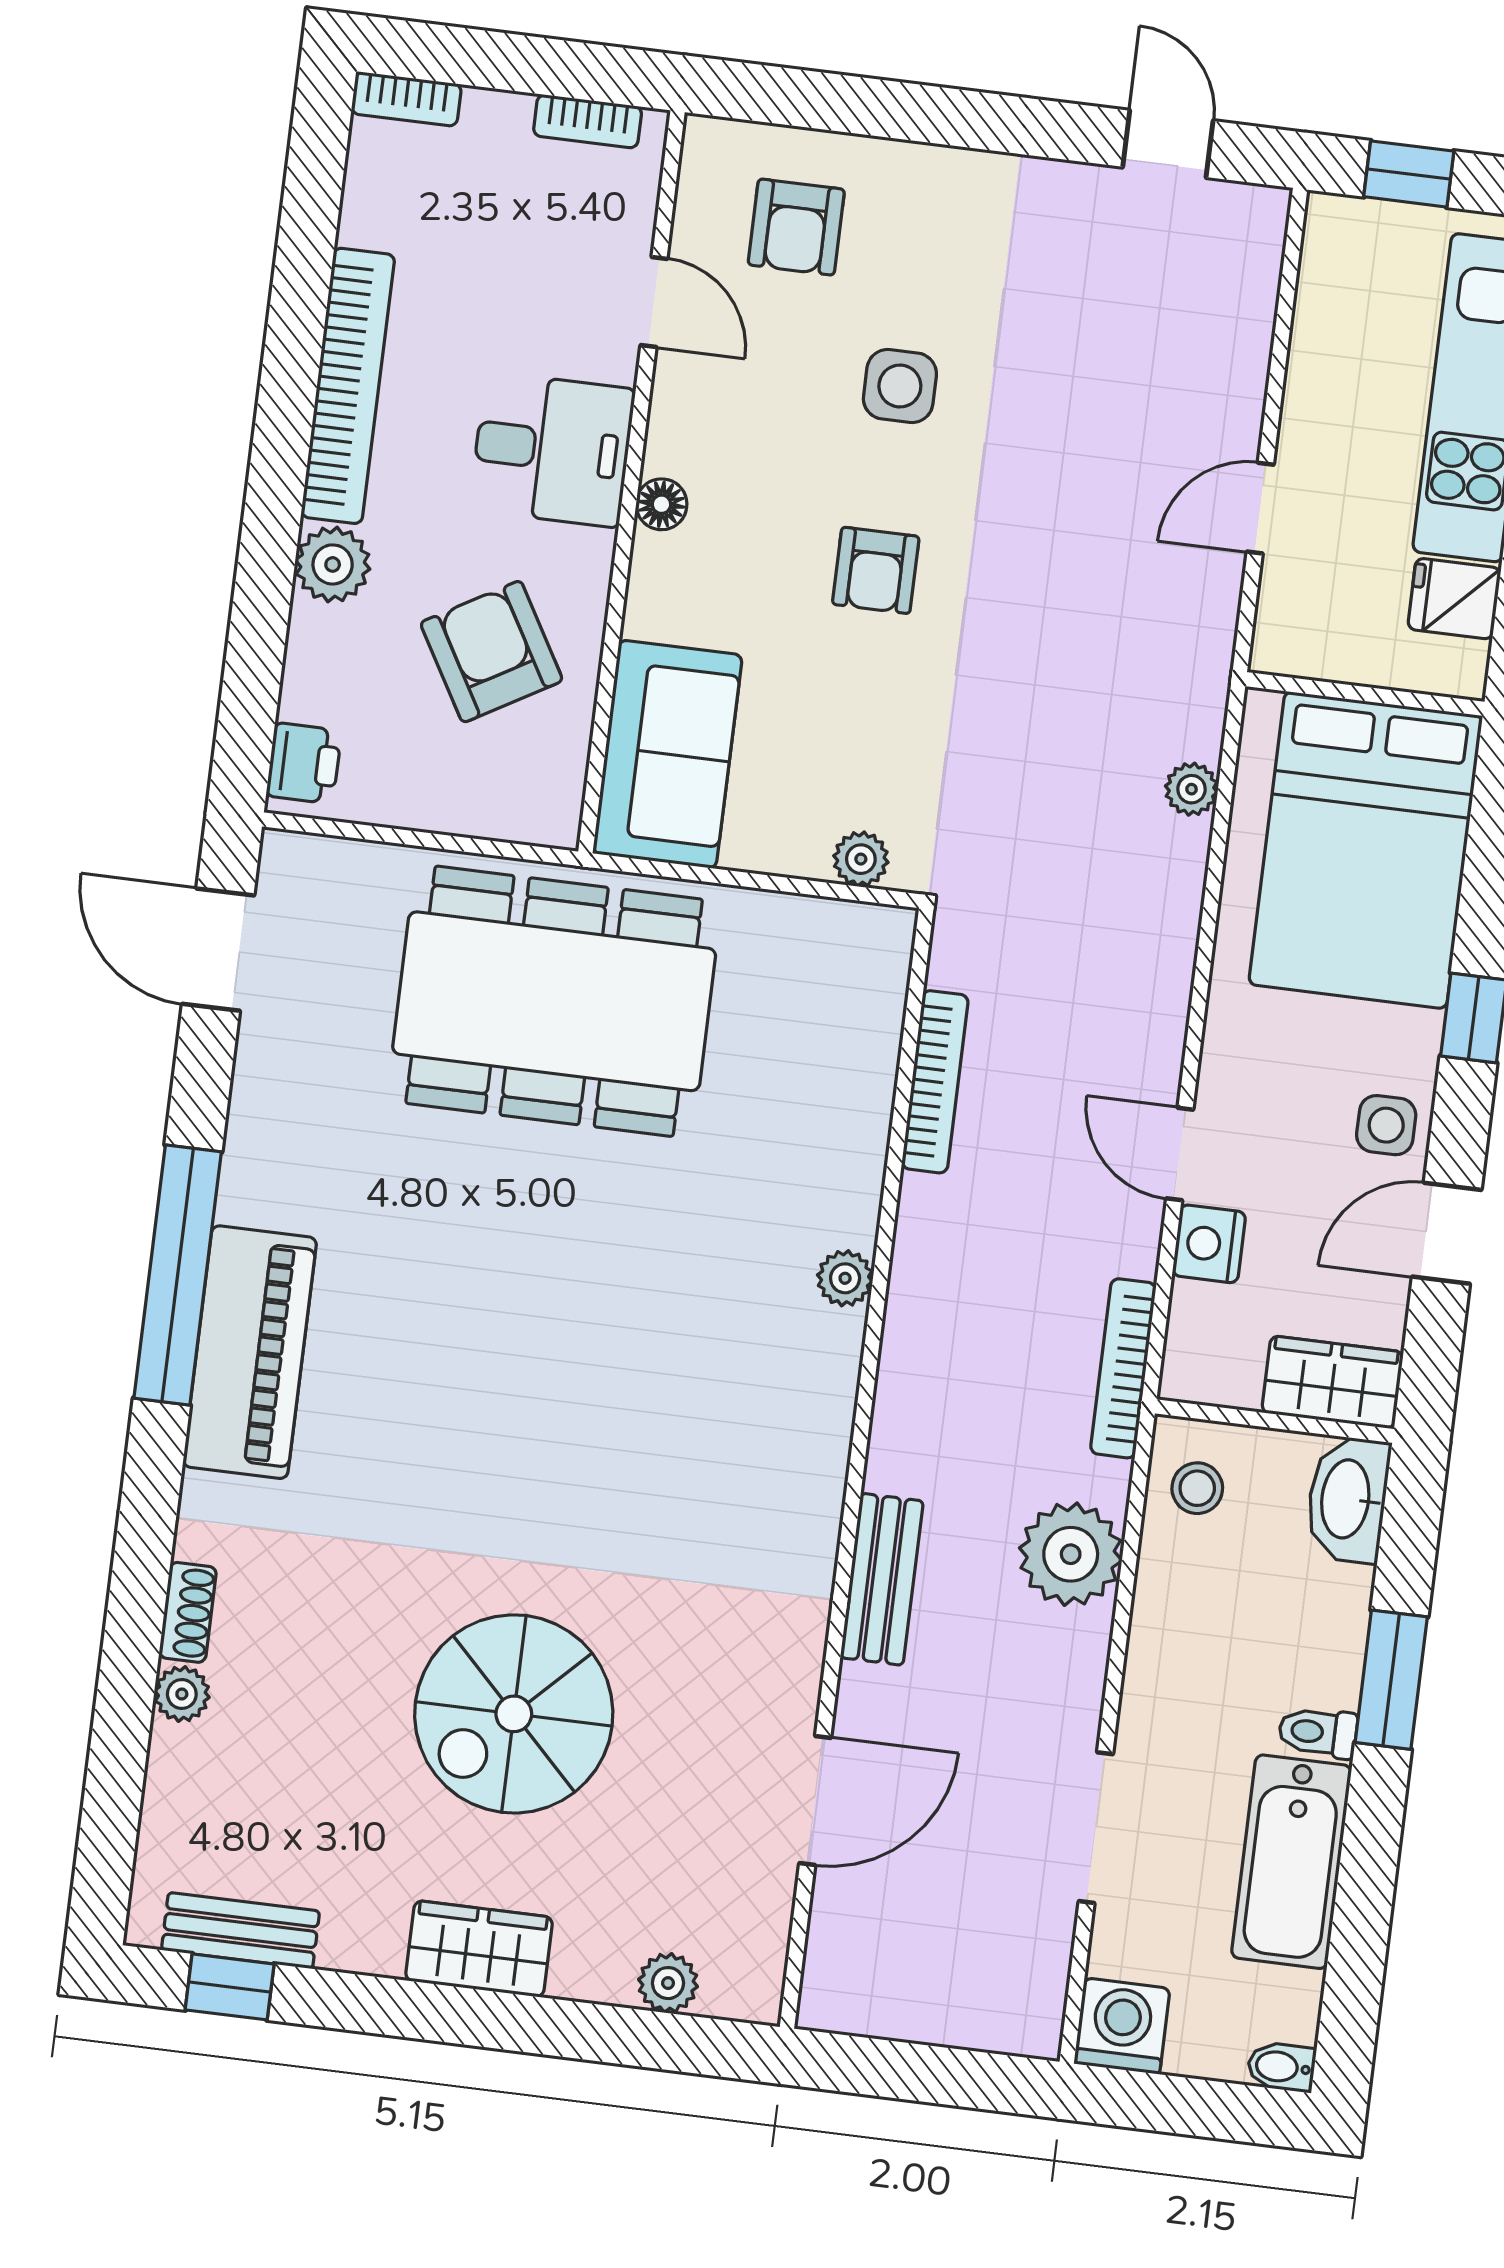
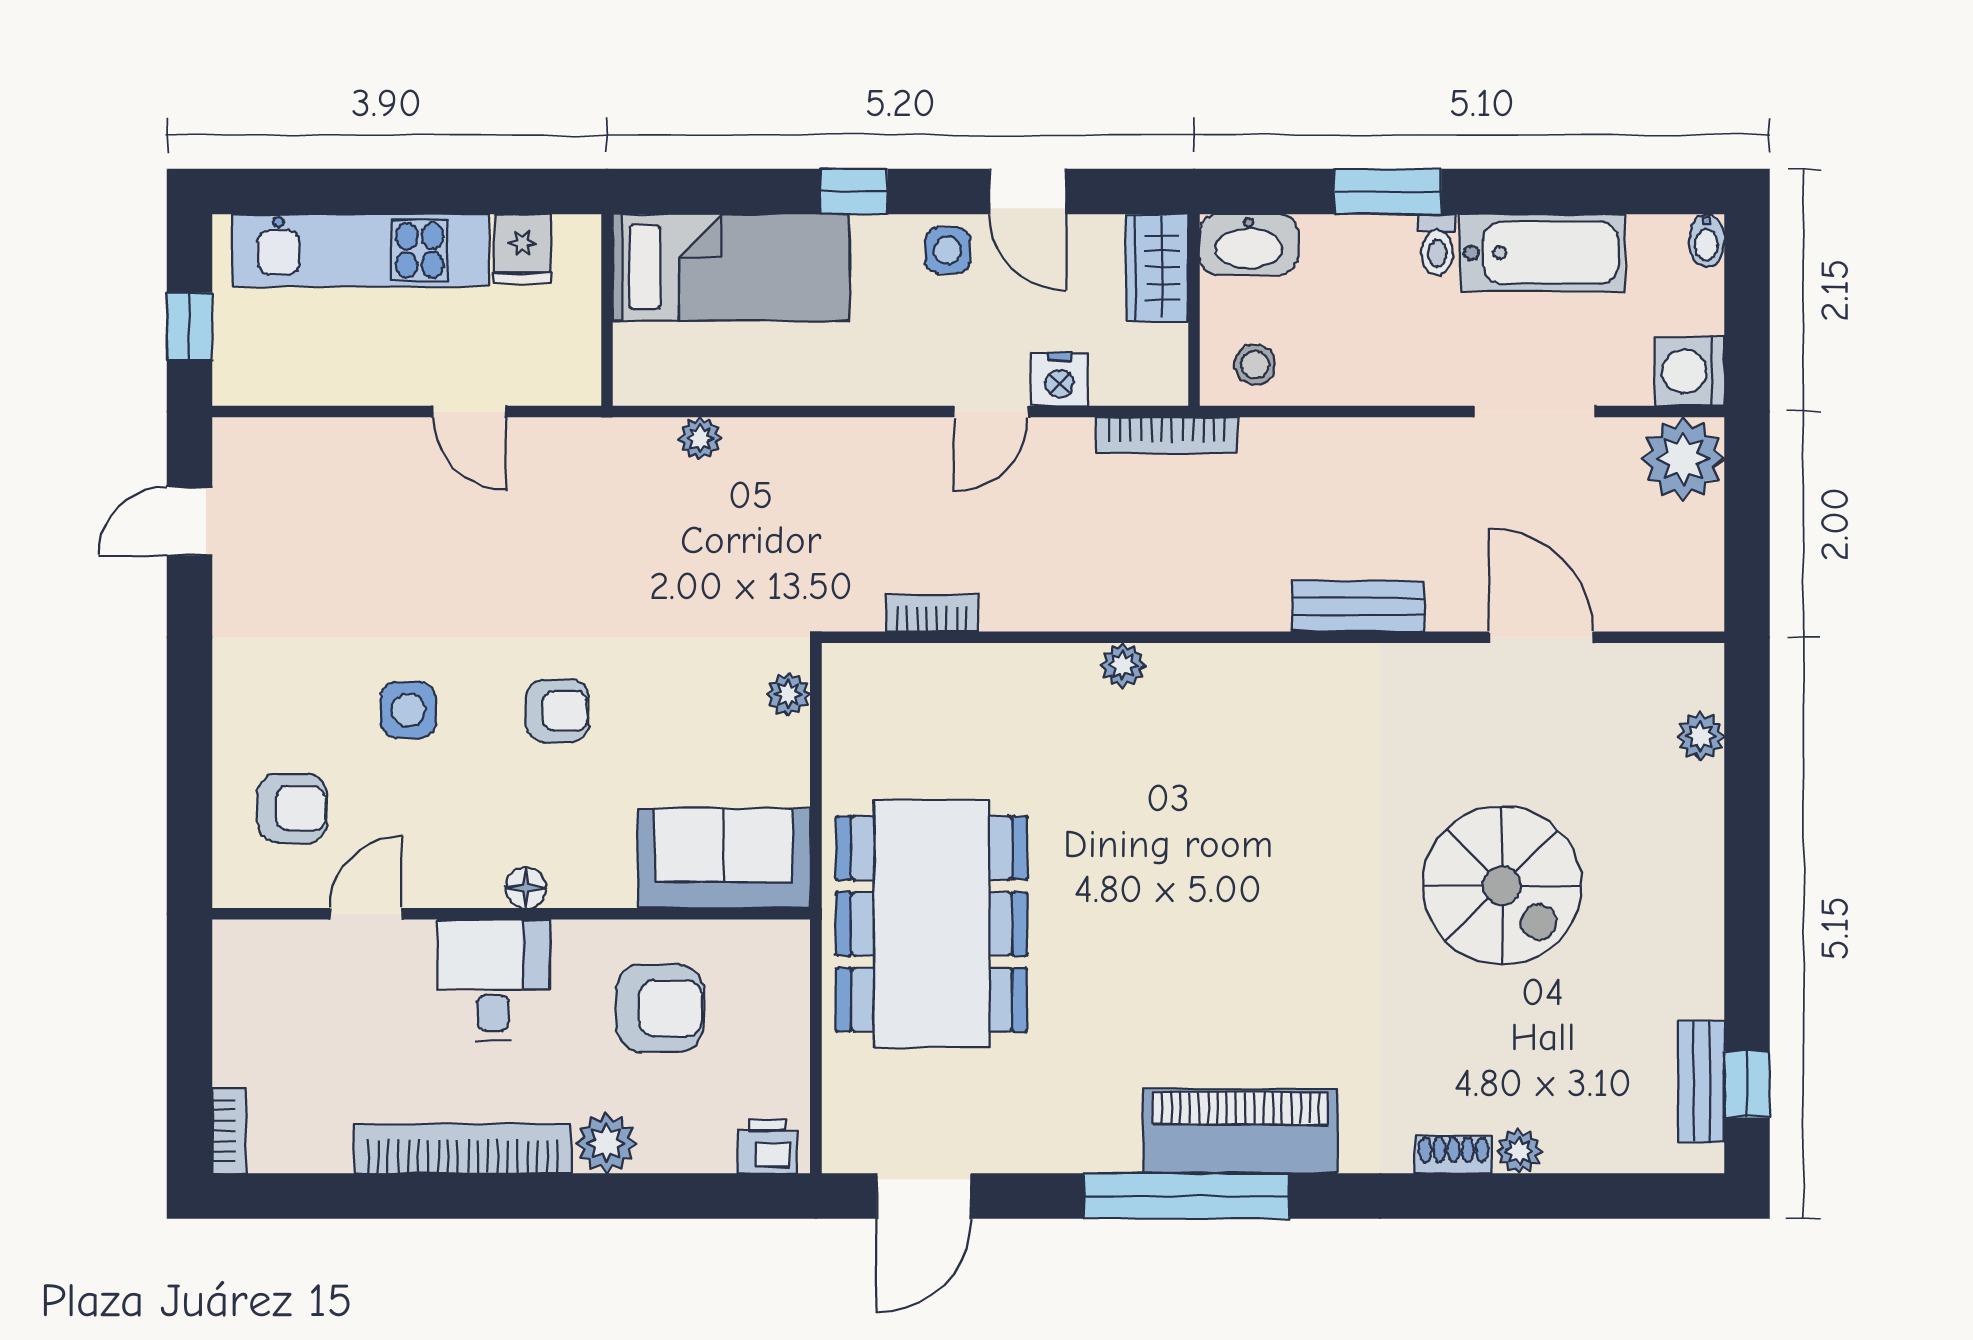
bookcase: (588, 121) -> (229, 984), removed
armchair: (492, 652) -> (660, 1008), turned -150
bed: (1366, 850) -> (731, 267), width x0.67
bookcase: (935, 1082) -> (932, 613), width x0.64
plant: (1071, 1554) -> (1683, 459), moved
wardrobe: (479, 1949) -> (1692, 890), removed

